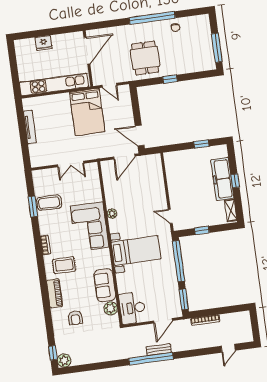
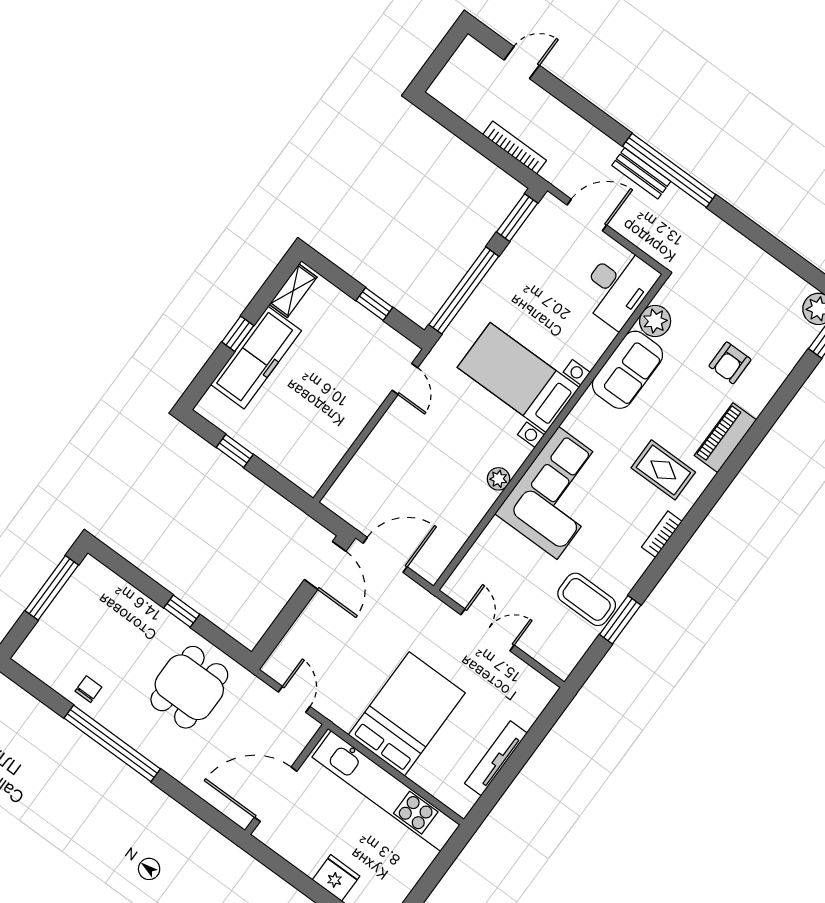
bed: (87, 112) -> (407, 714), moved
armchair: (75, 318) -> (730, 363), turned 180

